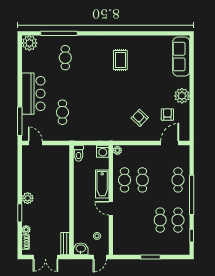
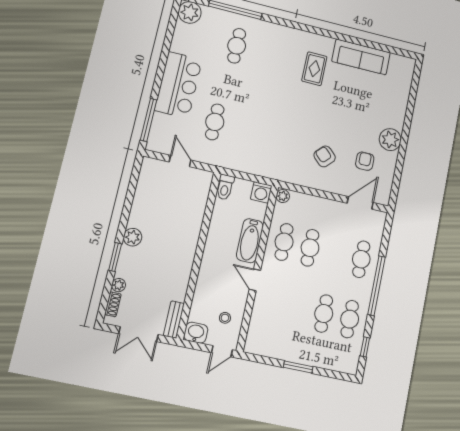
sofa: (181, 57) -> (361, 57), moved, turned -90
door: (35, 143) -> (180, 161), moved

